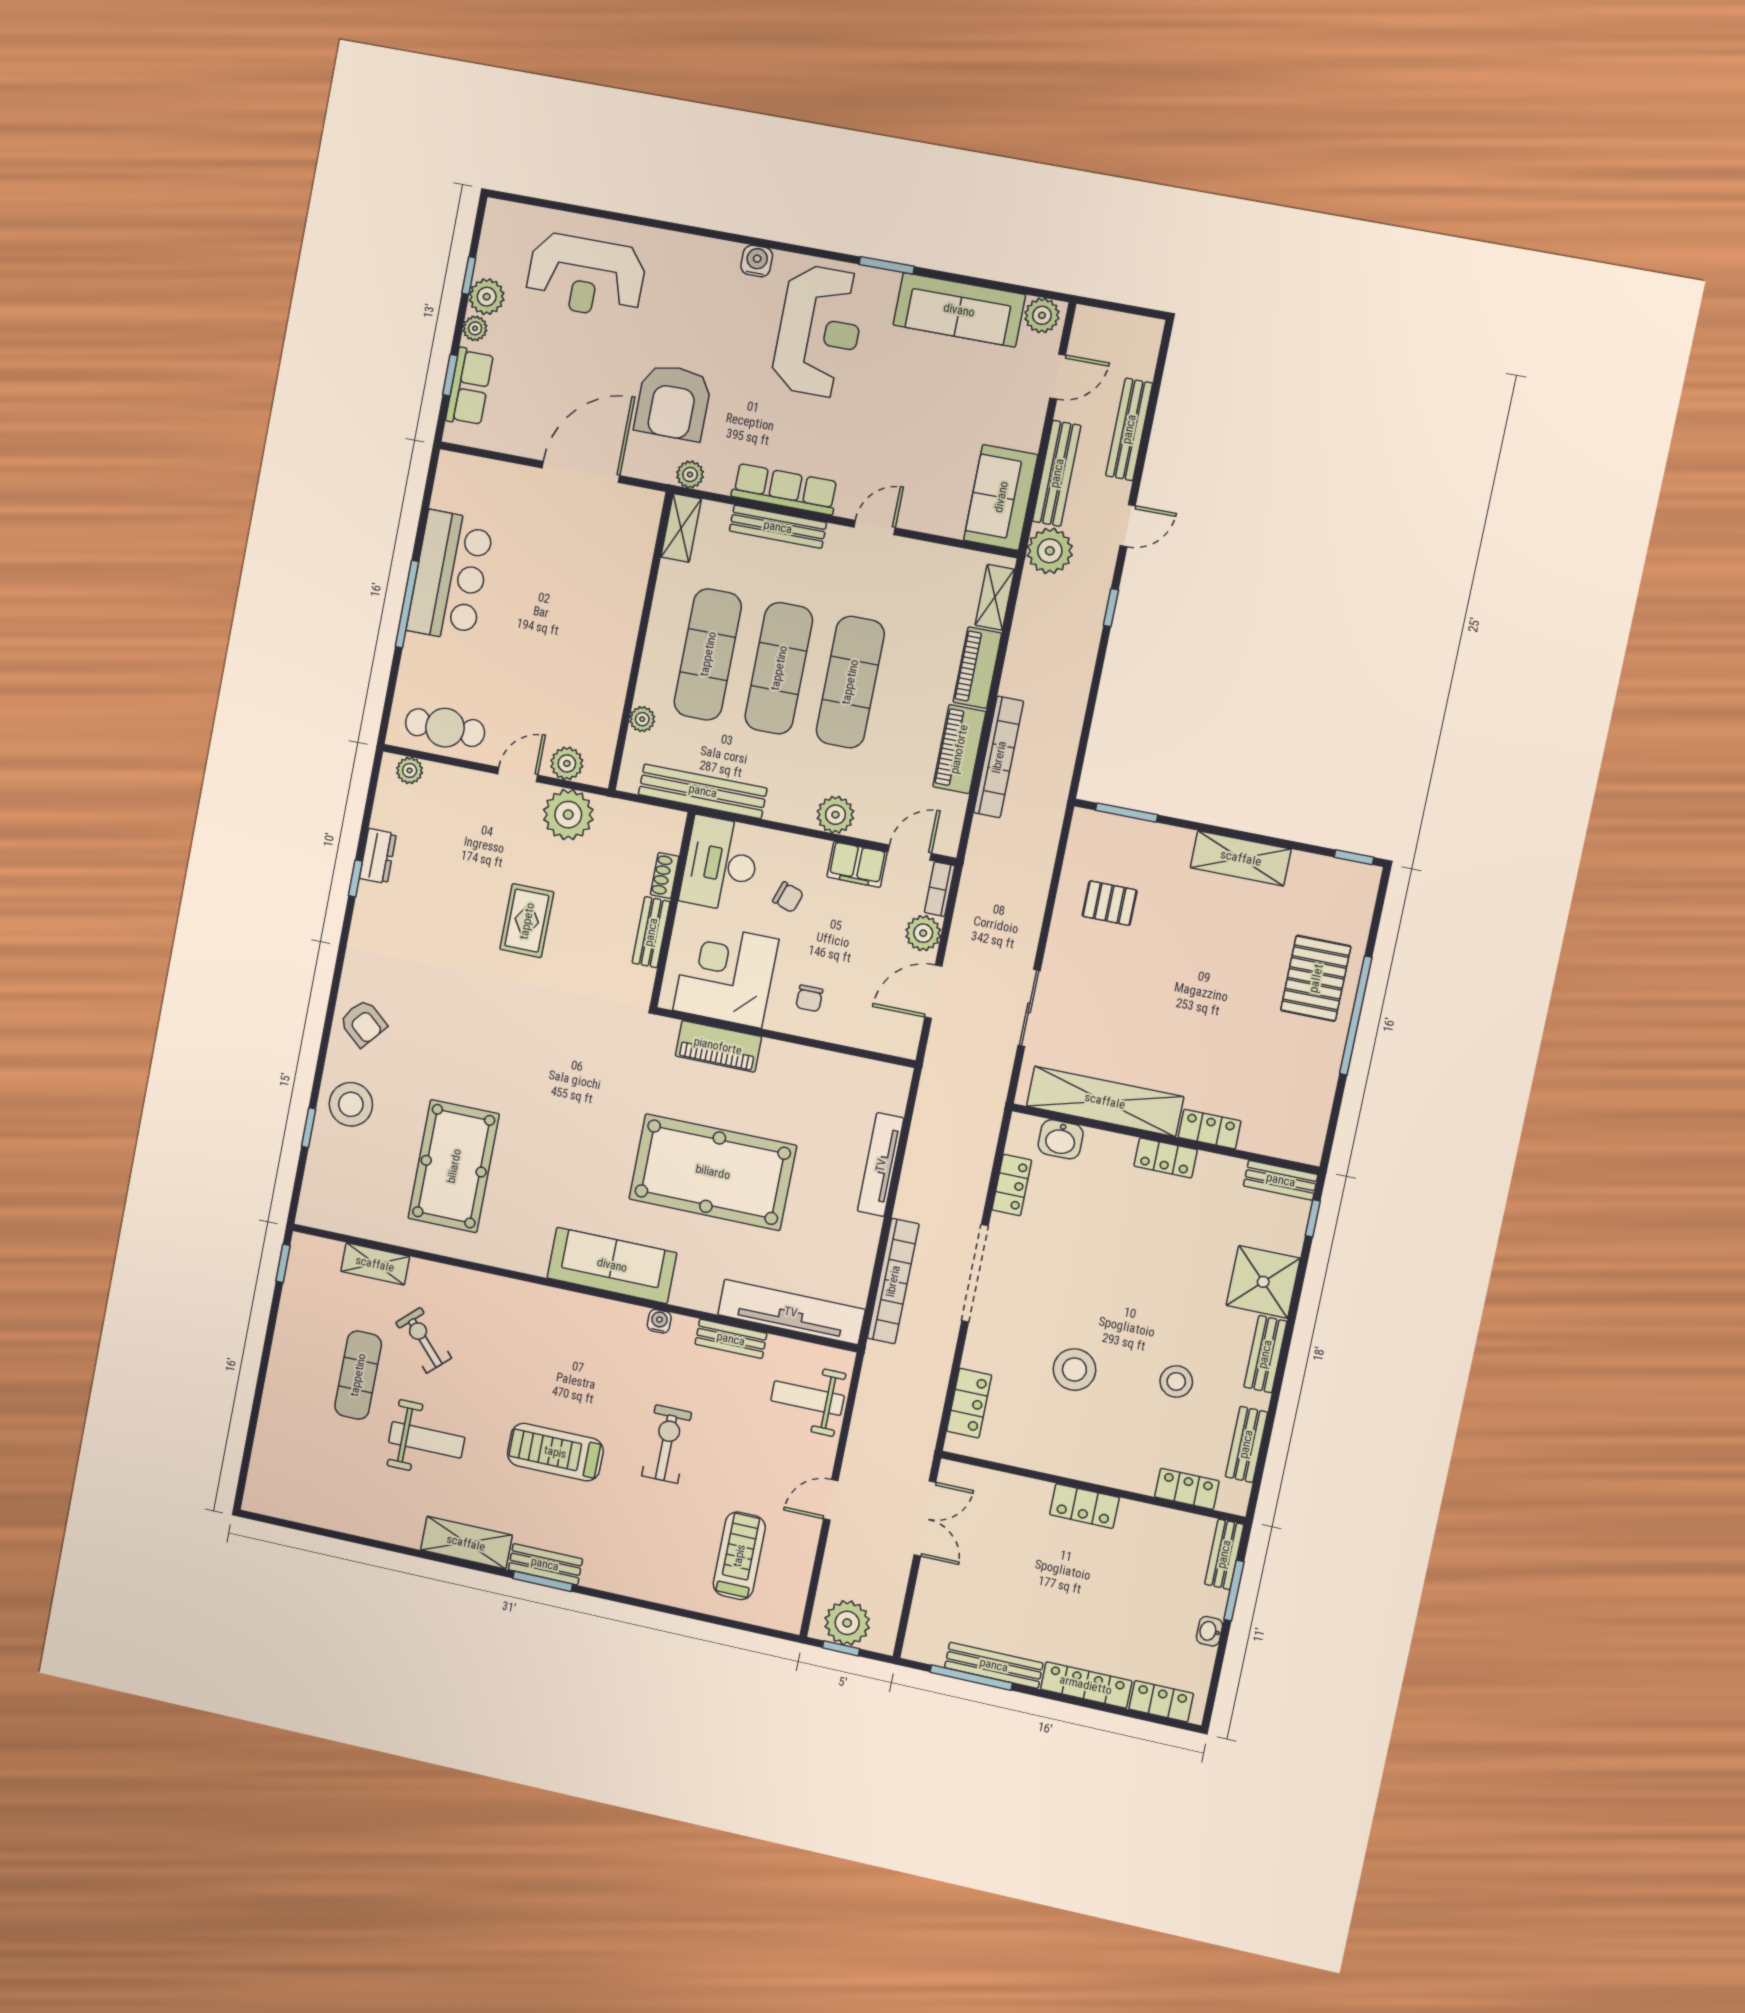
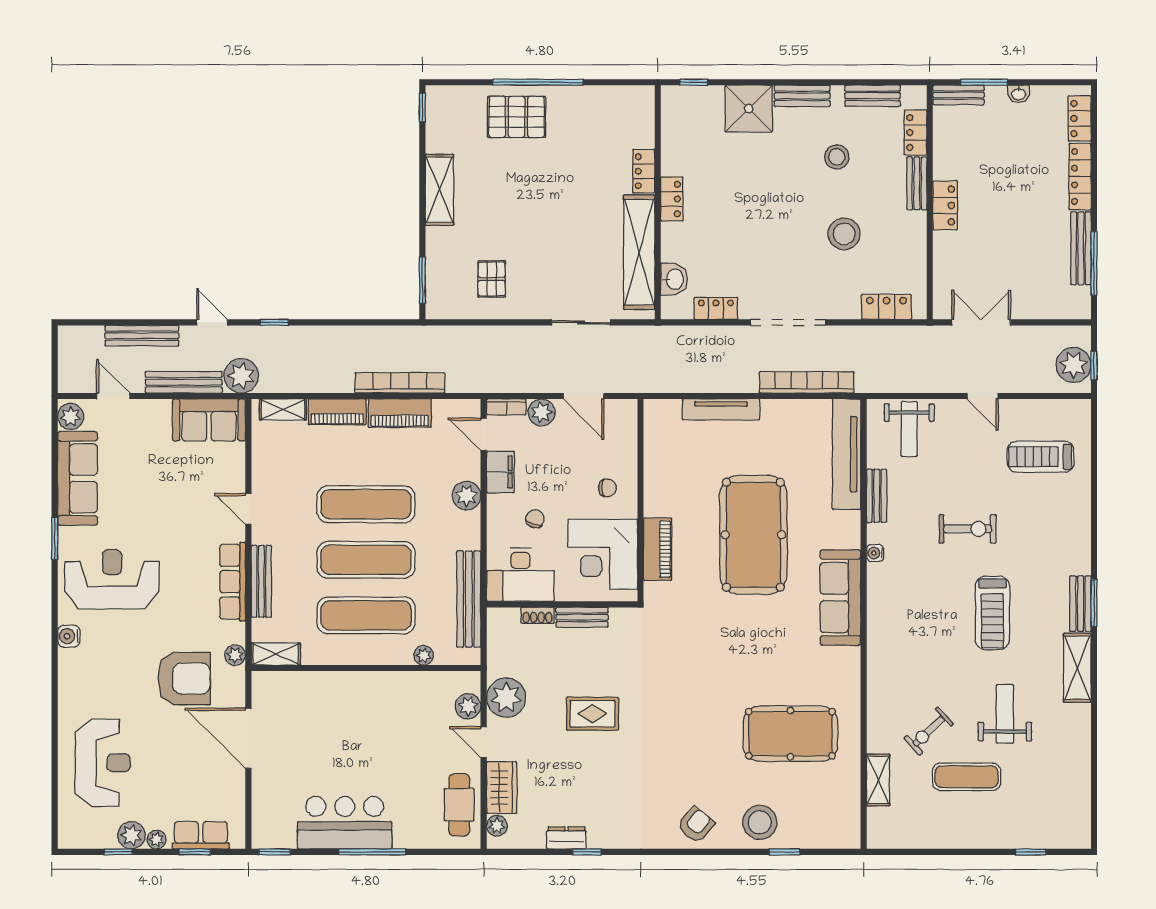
window: (431, 479) -> (275, 852), added
wardrobe: (456, 786) -> (502, 788), added
bench: (1281, 1180) -> (917, 183), moved
window: (283, 1263) -> (1031, 852), moved
exercise bike: (667, 1444) -> (968, 529), turned 180

